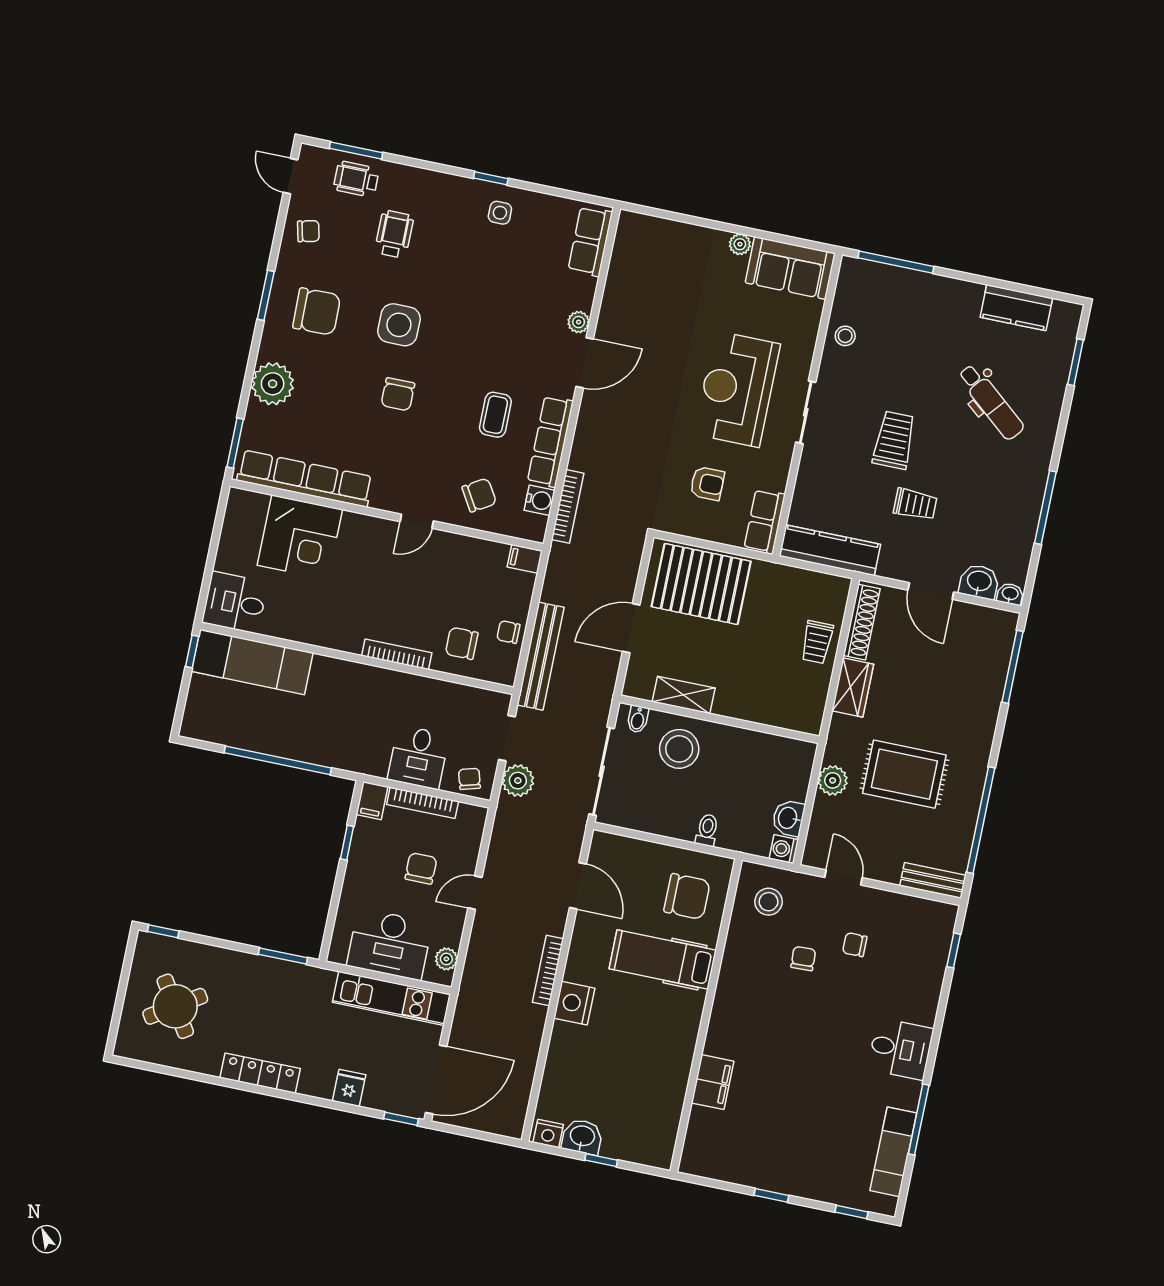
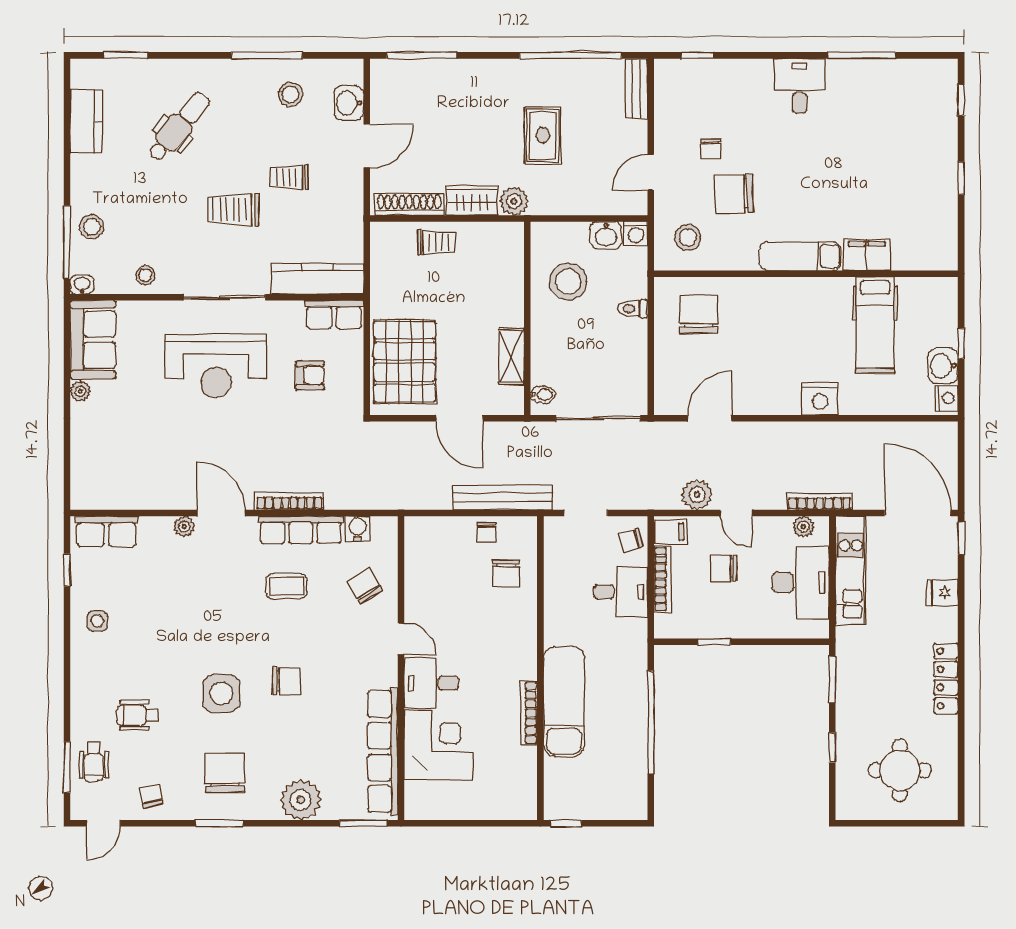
window: (491, 178) -> (67, 570), moved
stool: (906, 291) -> (92, 227), added
sliding door: (806, 412) -> (224, 297), width x1.37
armchair: (707, 484) -> (310, 375), turned 90
trolley: (915, 504) -> (289, 178), turned -90
bookcase: (568, 506) -> (290, 501), moved
stool: (1000, 523) -> (290, 94), added
kitchen counter: (830, 550) -> (318, 279), moved, turned 90
filing cabinet: (525, 559) -> (415, 531), removed
washbasin: (1010, 594) -> (82, 285), moved, turned 90
desk: (235, 602) -> (431, 683), moved, turned 90
bookcase: (397, 654) -> (529, 713), moved
exam couch: (252, 662) -> (564, 701), moved
stool: (679, 749) -> (568, 282), moved
rug: (904, 774) -> (543, 135), width x0.73, depth x0.70
plant: (833, 780) -> (514, 201), moved
plant: (518, 781) -> (697, 495), moved
filing cabinet: (372, 801) -> (670, 532), moved
window: (163, 931) -> (832, 748), moved
hospital bed: (663, 959) -> (875, 325), moved
chair: (803, 959) -> (734, 194), width x1.87, depth x1.87
bookcase: (548, 971) -> (820, 501), moved, turned 180
round table: (175, 1006) -> (900, 770), turned 33
exam couch: (893, 1152) -> (800, 256), moved, turned 180

